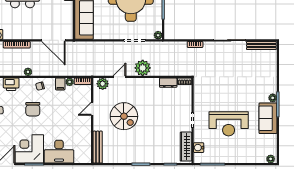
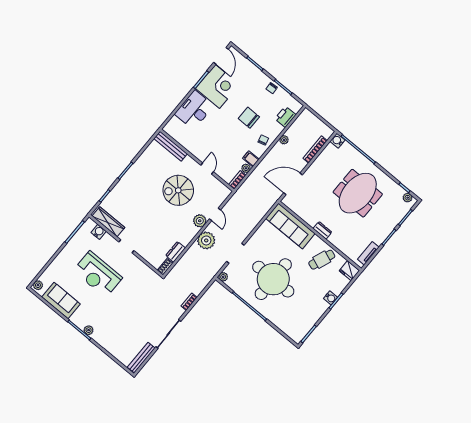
plant: (103, 84) -> (200, 221), moved
sofa: (268, 118) -> (61, 301), moved
reception desk: (229, 124) -> (98, 274), turned -90

